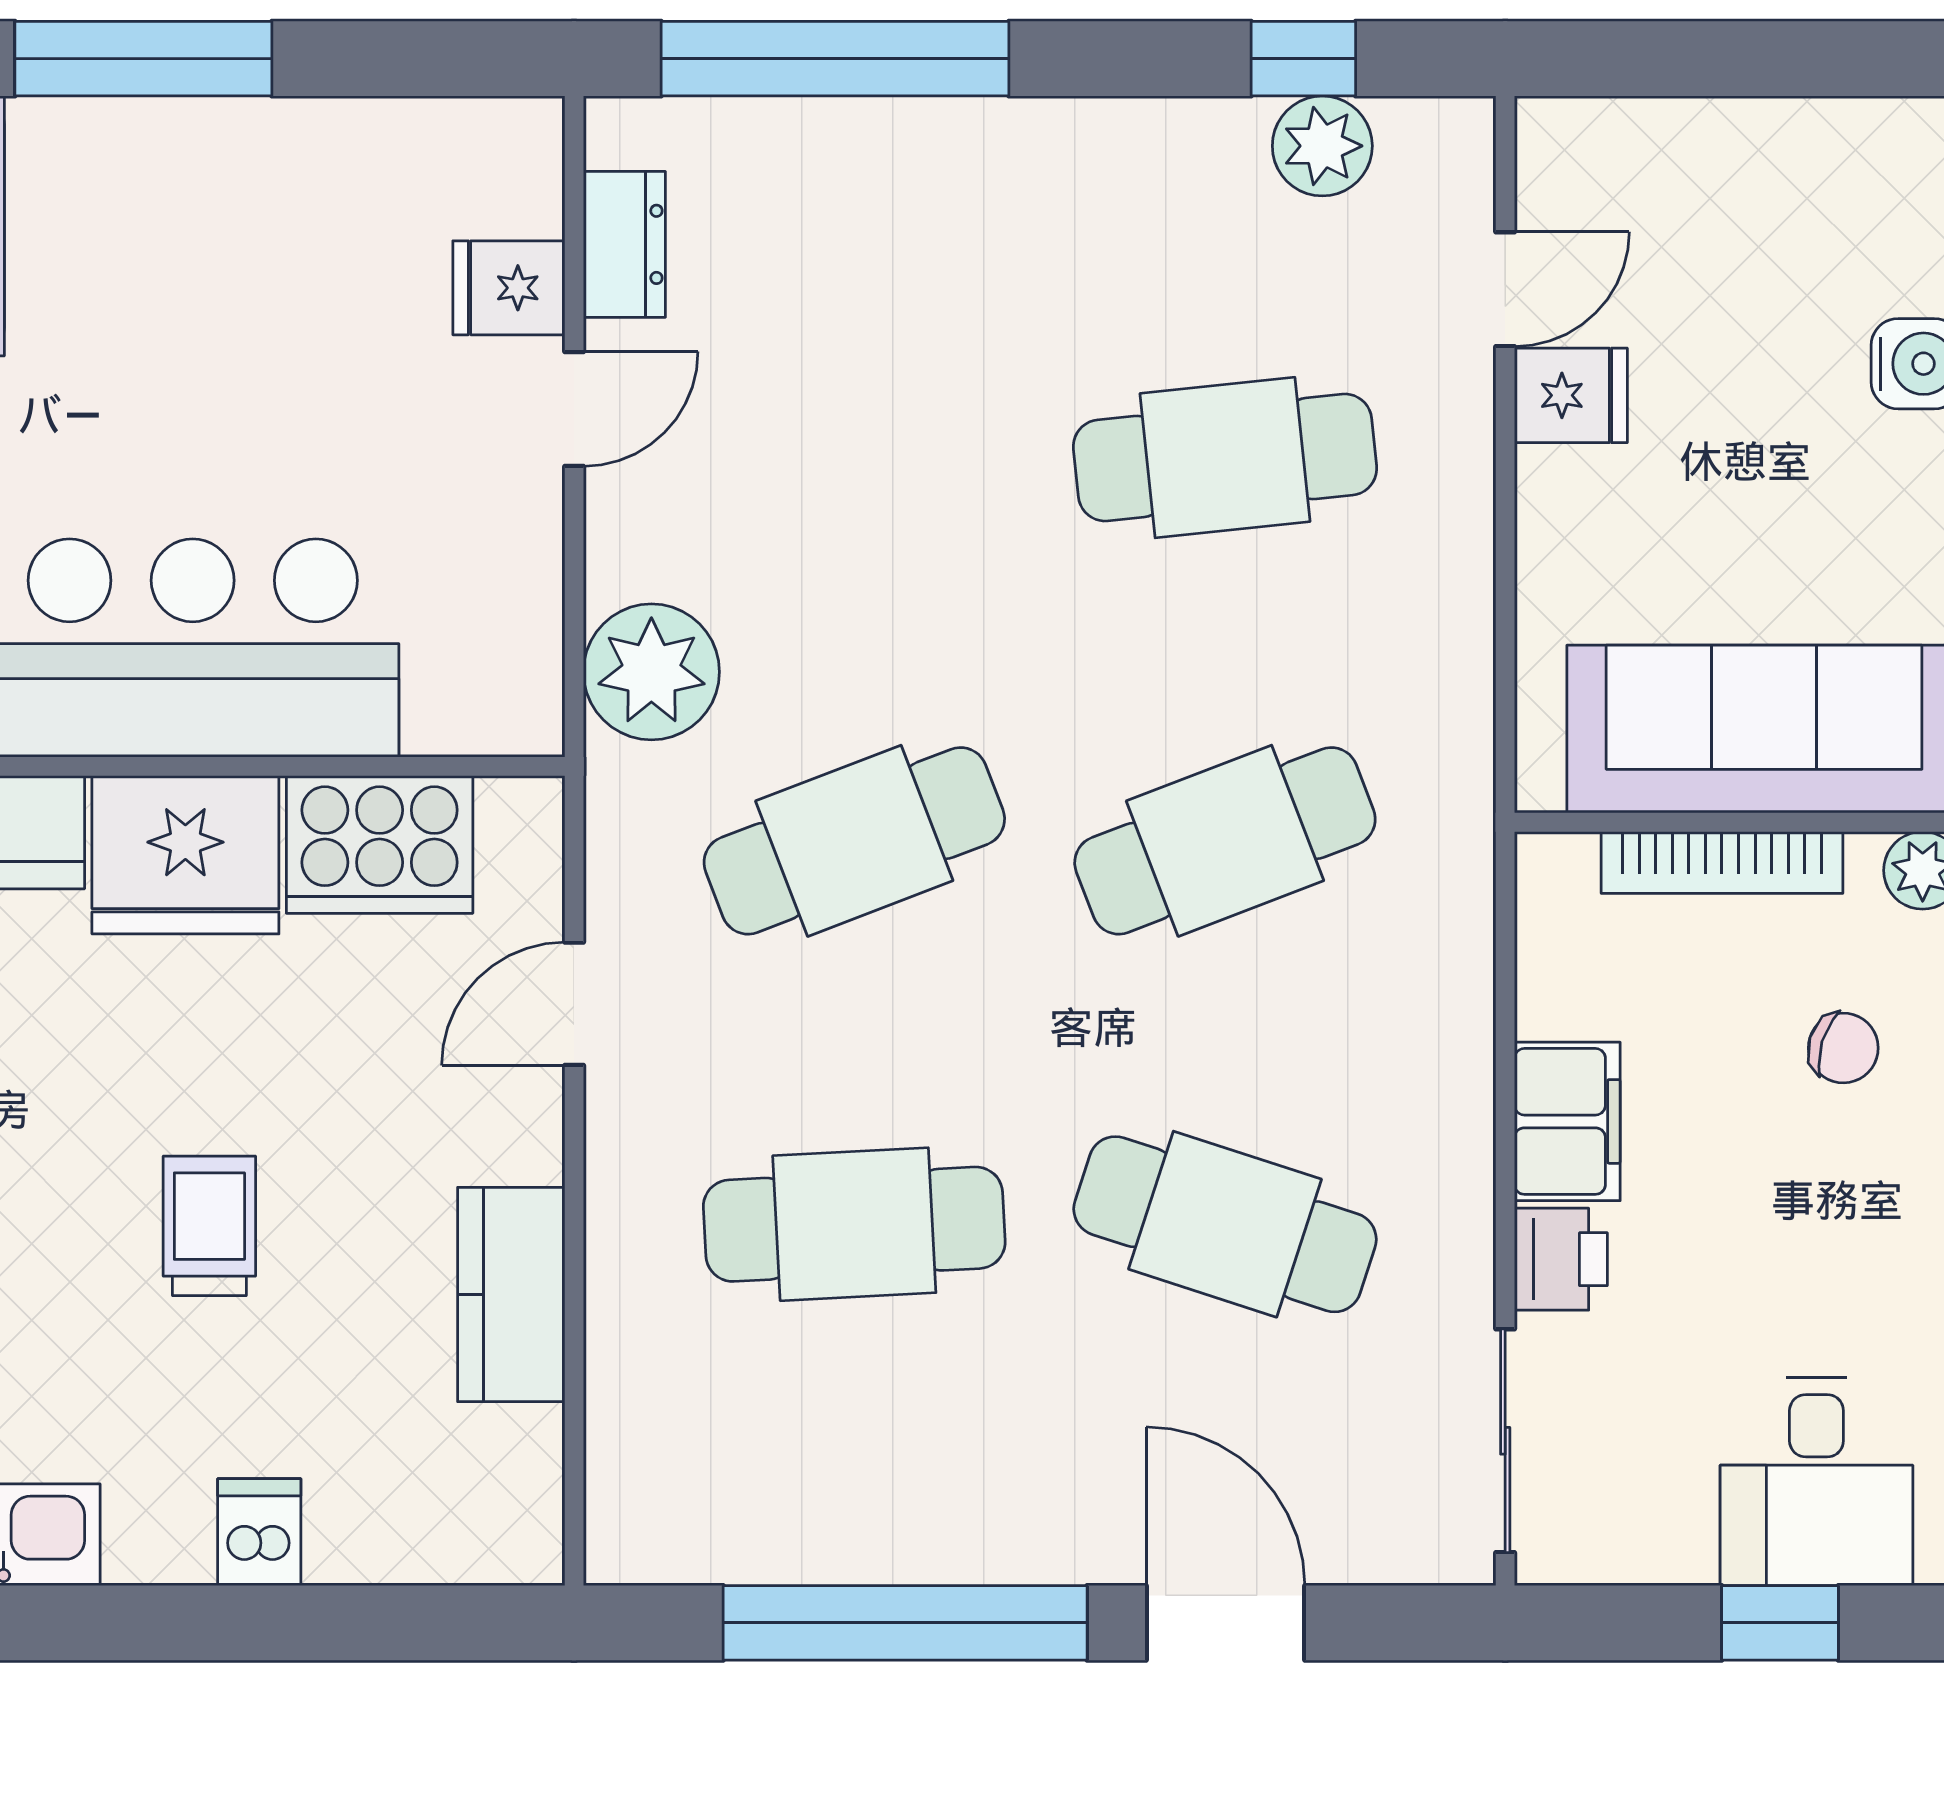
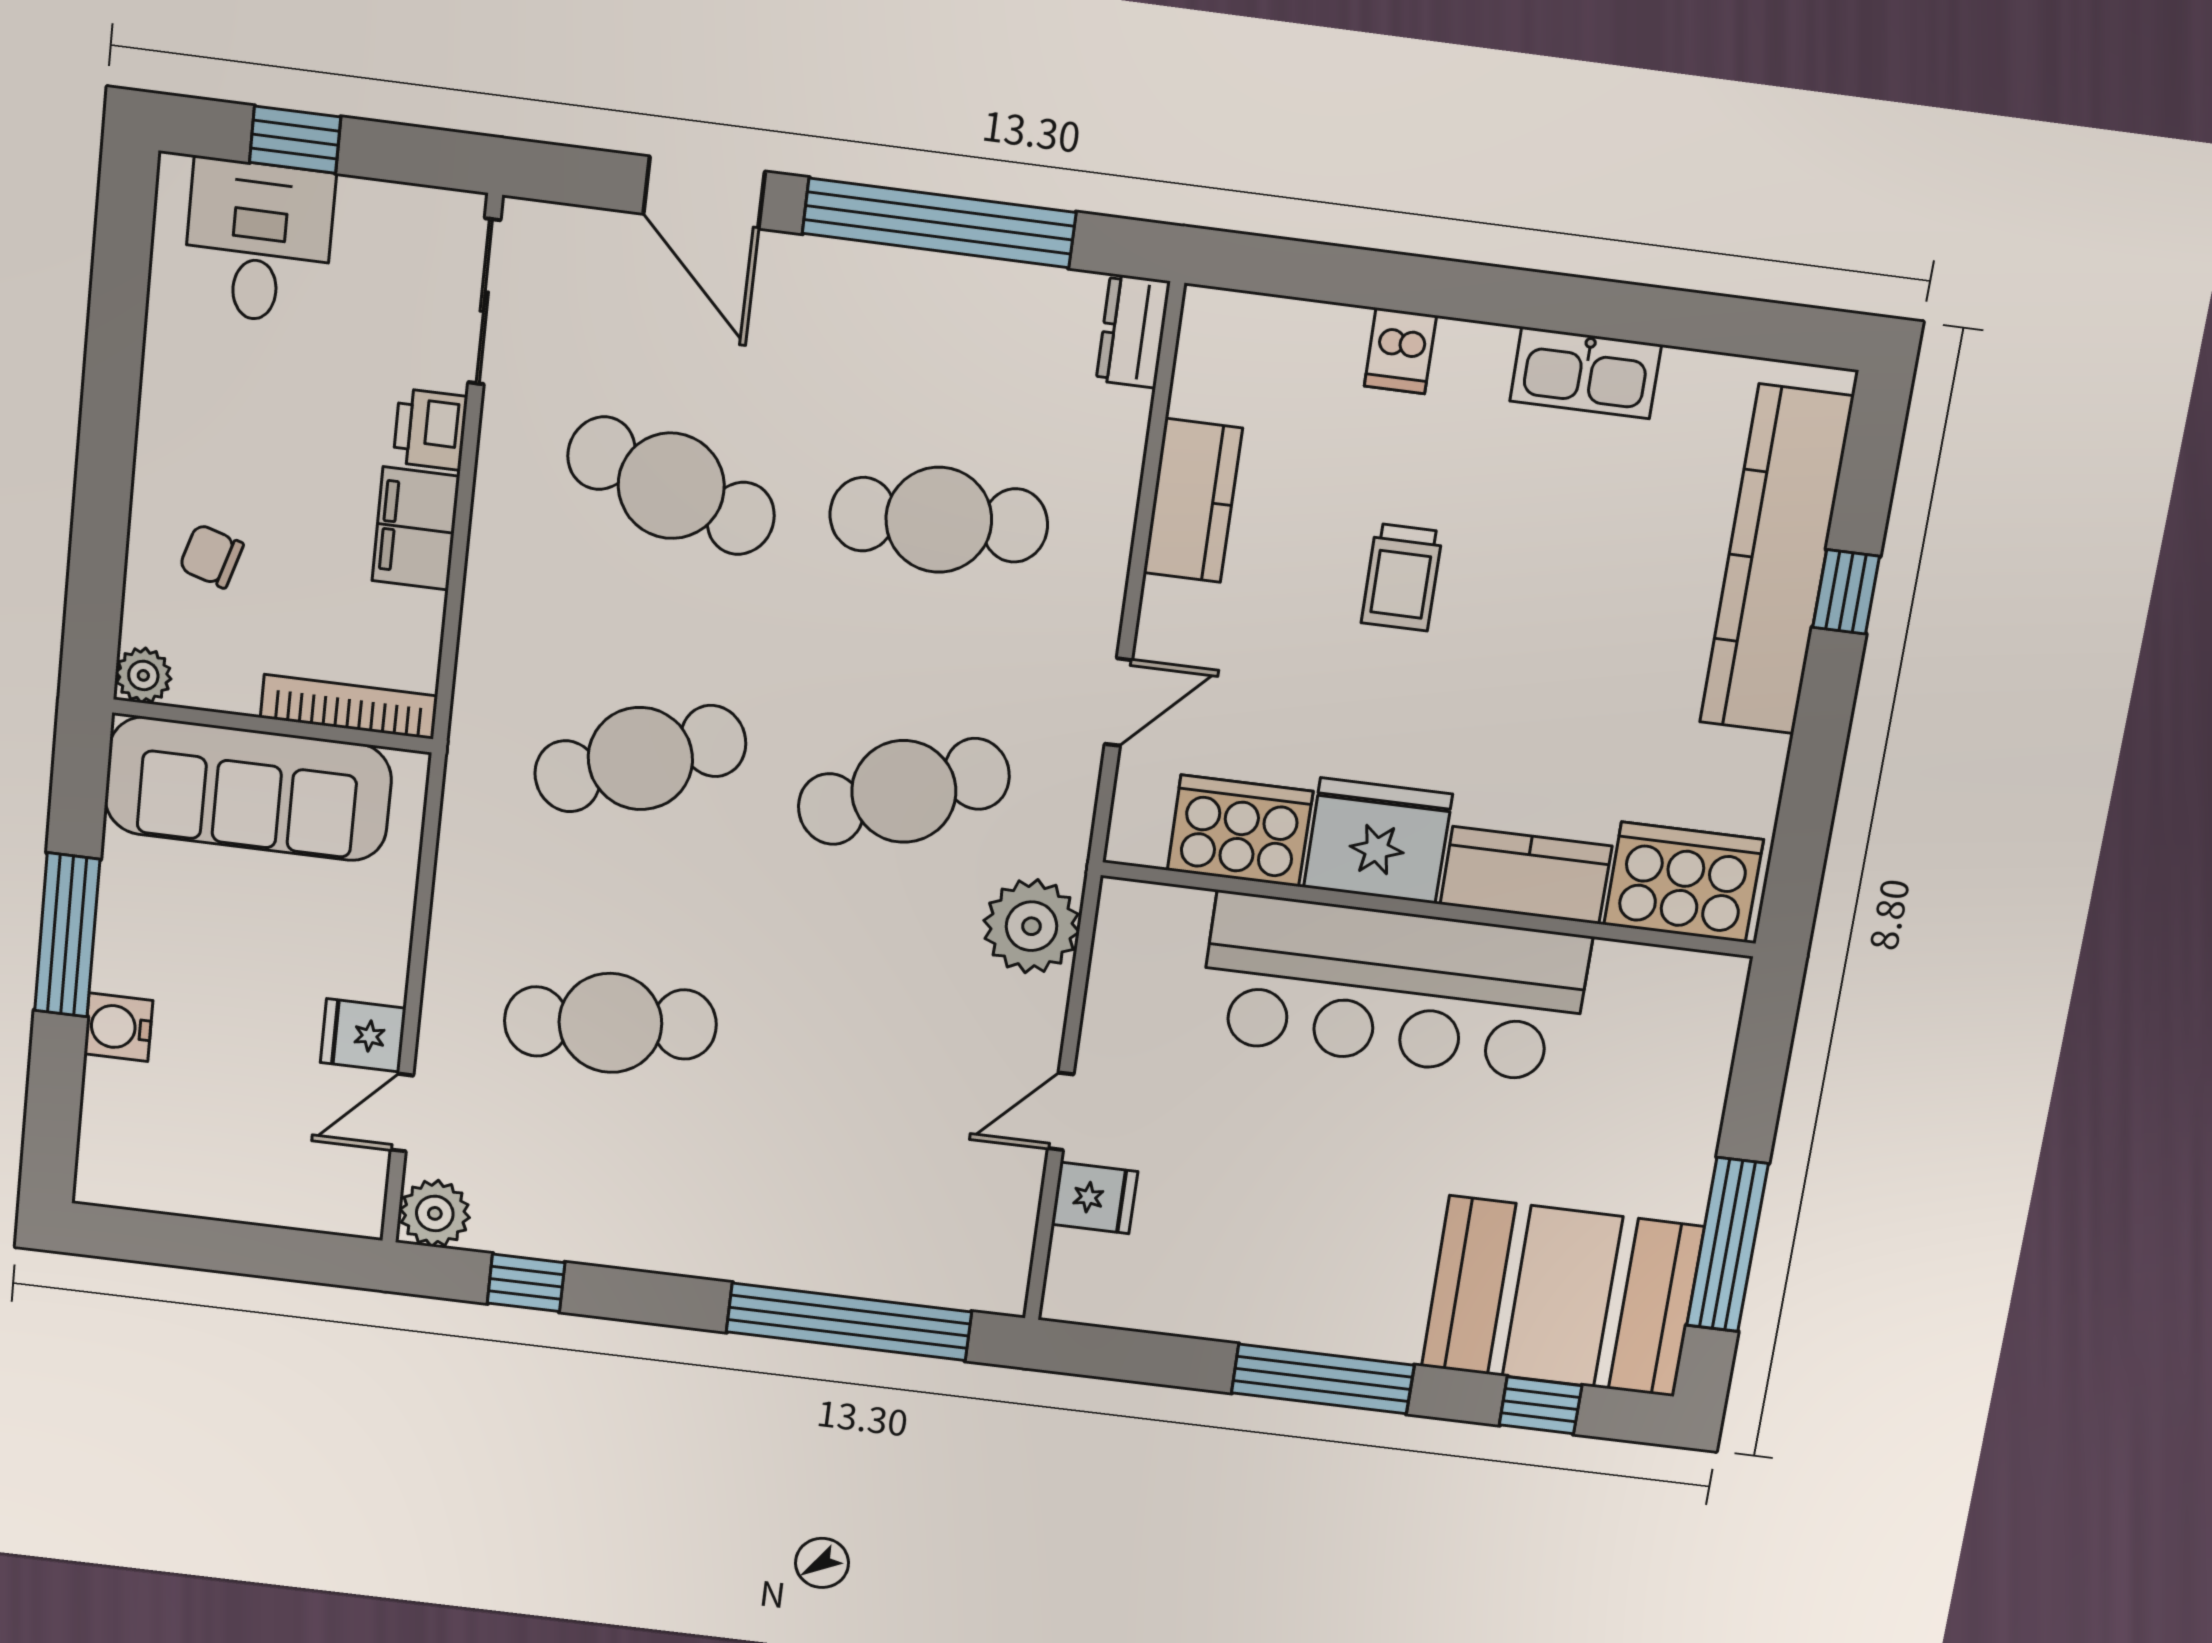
plant: (1322, 146) -> (435, 1213), moved
dresser: (624, 244) -> (1133, 331), moved
bookcase: (1722, 862) -> (349, 707), moved

